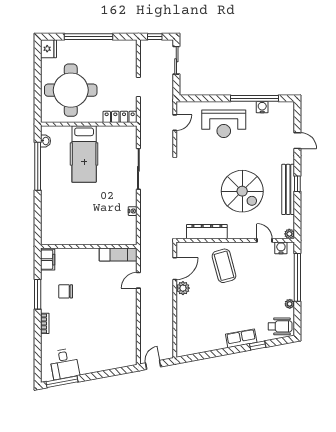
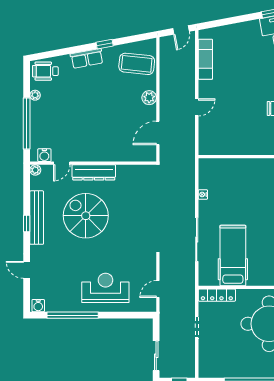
water cooler: (262, 107) -> (38, 306), moved
hospital bed: (84, 154) -> (233, 256), moved
dresser: (207, 232) -> (94, 172), moved
door: (265, 240) -> (62, 163), hinge flipped
exam couch: (118, 254) -> (205, 59), moved, turned 90
coffee table: (224, 266) -> (137, 64), moved, turned -69
door: (138, 280) -> (197, 107), moved
plant: (183, 288) -> (149, 98), moved
window: (258, 346) -> (105, 44), moved

